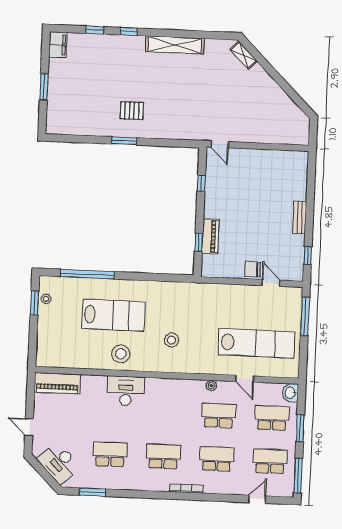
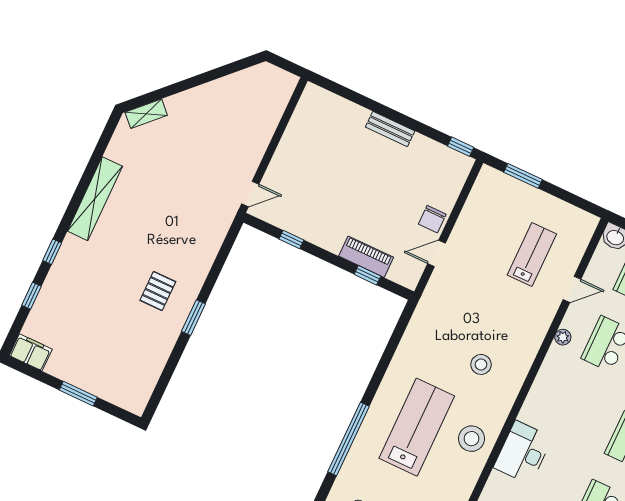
window: (308, 255) -> (461, 147), moved
door: (271, 283) -> (437, 253), moved
window: (305, 316) -> (523, 176), width x0.69
lab bench: (256, 343) -> (532, 255), width x0.54, depth x0.72

